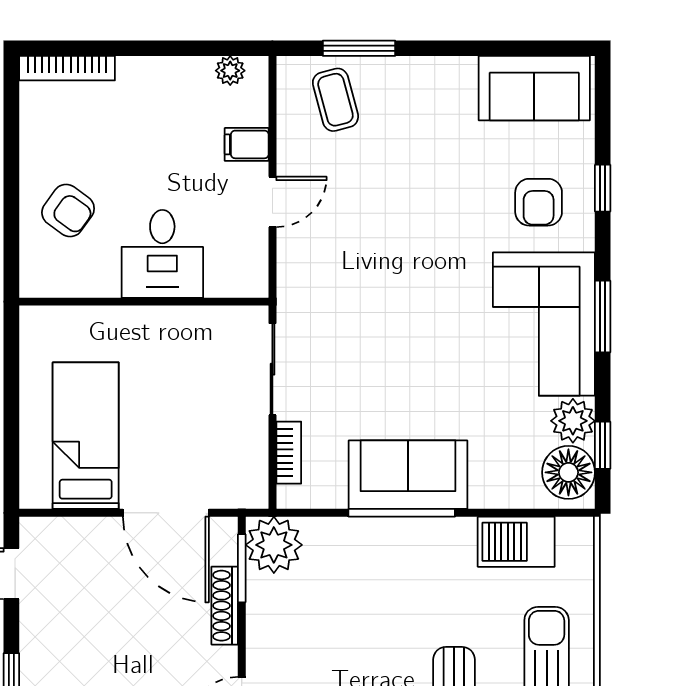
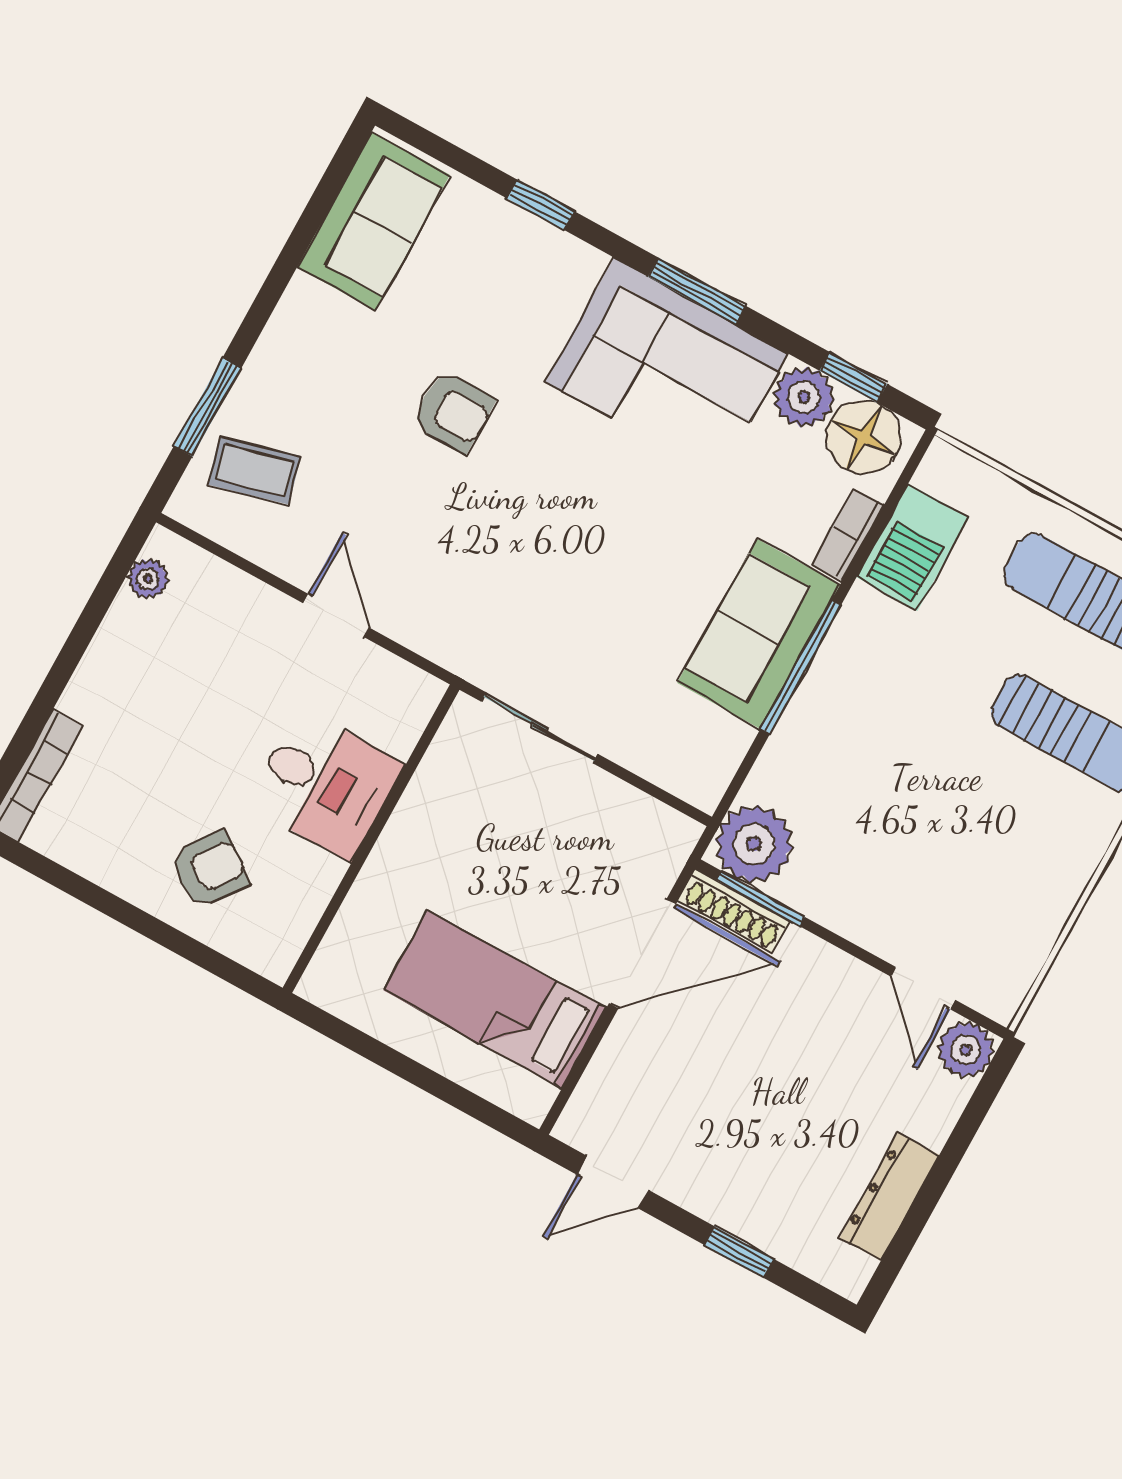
filing cabinet: (247, 144) -> (249, 608), removed
armchair: (539, 202) -> (453, 412), moved
bookcase: (289, 453) -> (848, 535), moved, turned -90
shoe rack: (225, 606) -> (734, 911), moved

